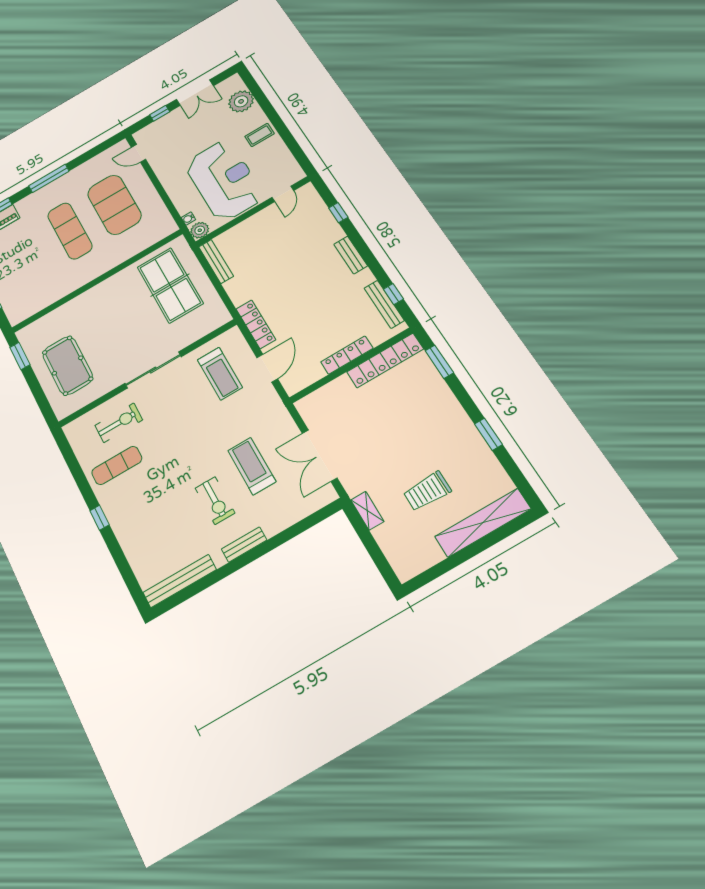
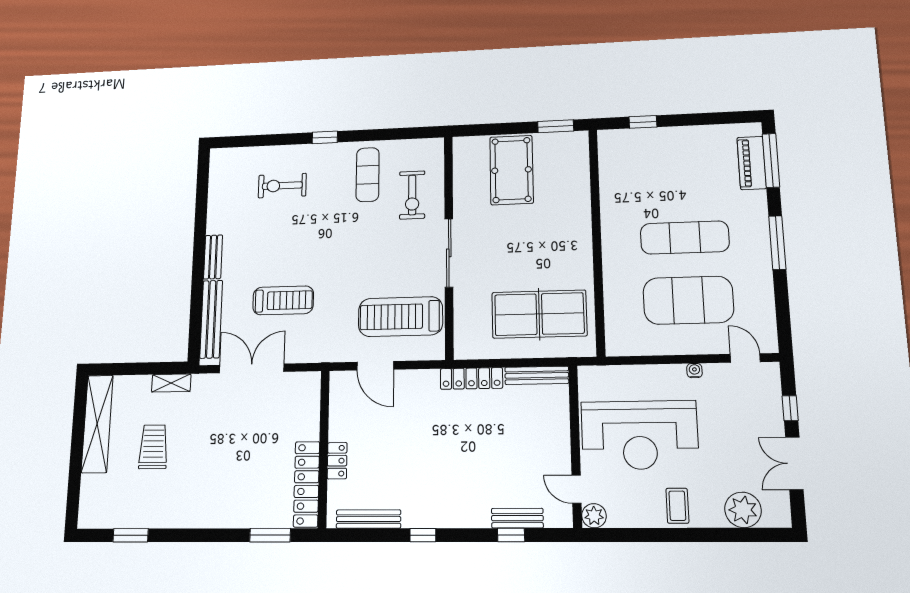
door: (138, 153) -> (745, 358), hinge flipped
water cooler: (188, 219) -> (694, 371), moved
plant: (200, 230) -> (594, 516), moved
bench: (351, 255) -> (517, 518), moved
window: (393, 294) -> (423, 535), moved
locker: (256, 324) -> (471, 378), moved
locker: (347, 355) -> (337, 461), width x0.66
pool table: (68, 366) -> (511, 170), turned 90
treadmill: (220, 374) -> (400, 317), width x1.37, depth x1.38
window: (488, 434) -> (131, 535), moved
exercise bike: (215, 501) -> (282, 186), moved
shelving: (483, 523) -> (97, 424), moved
bench: (180, 581) -> (211, 319), moved

